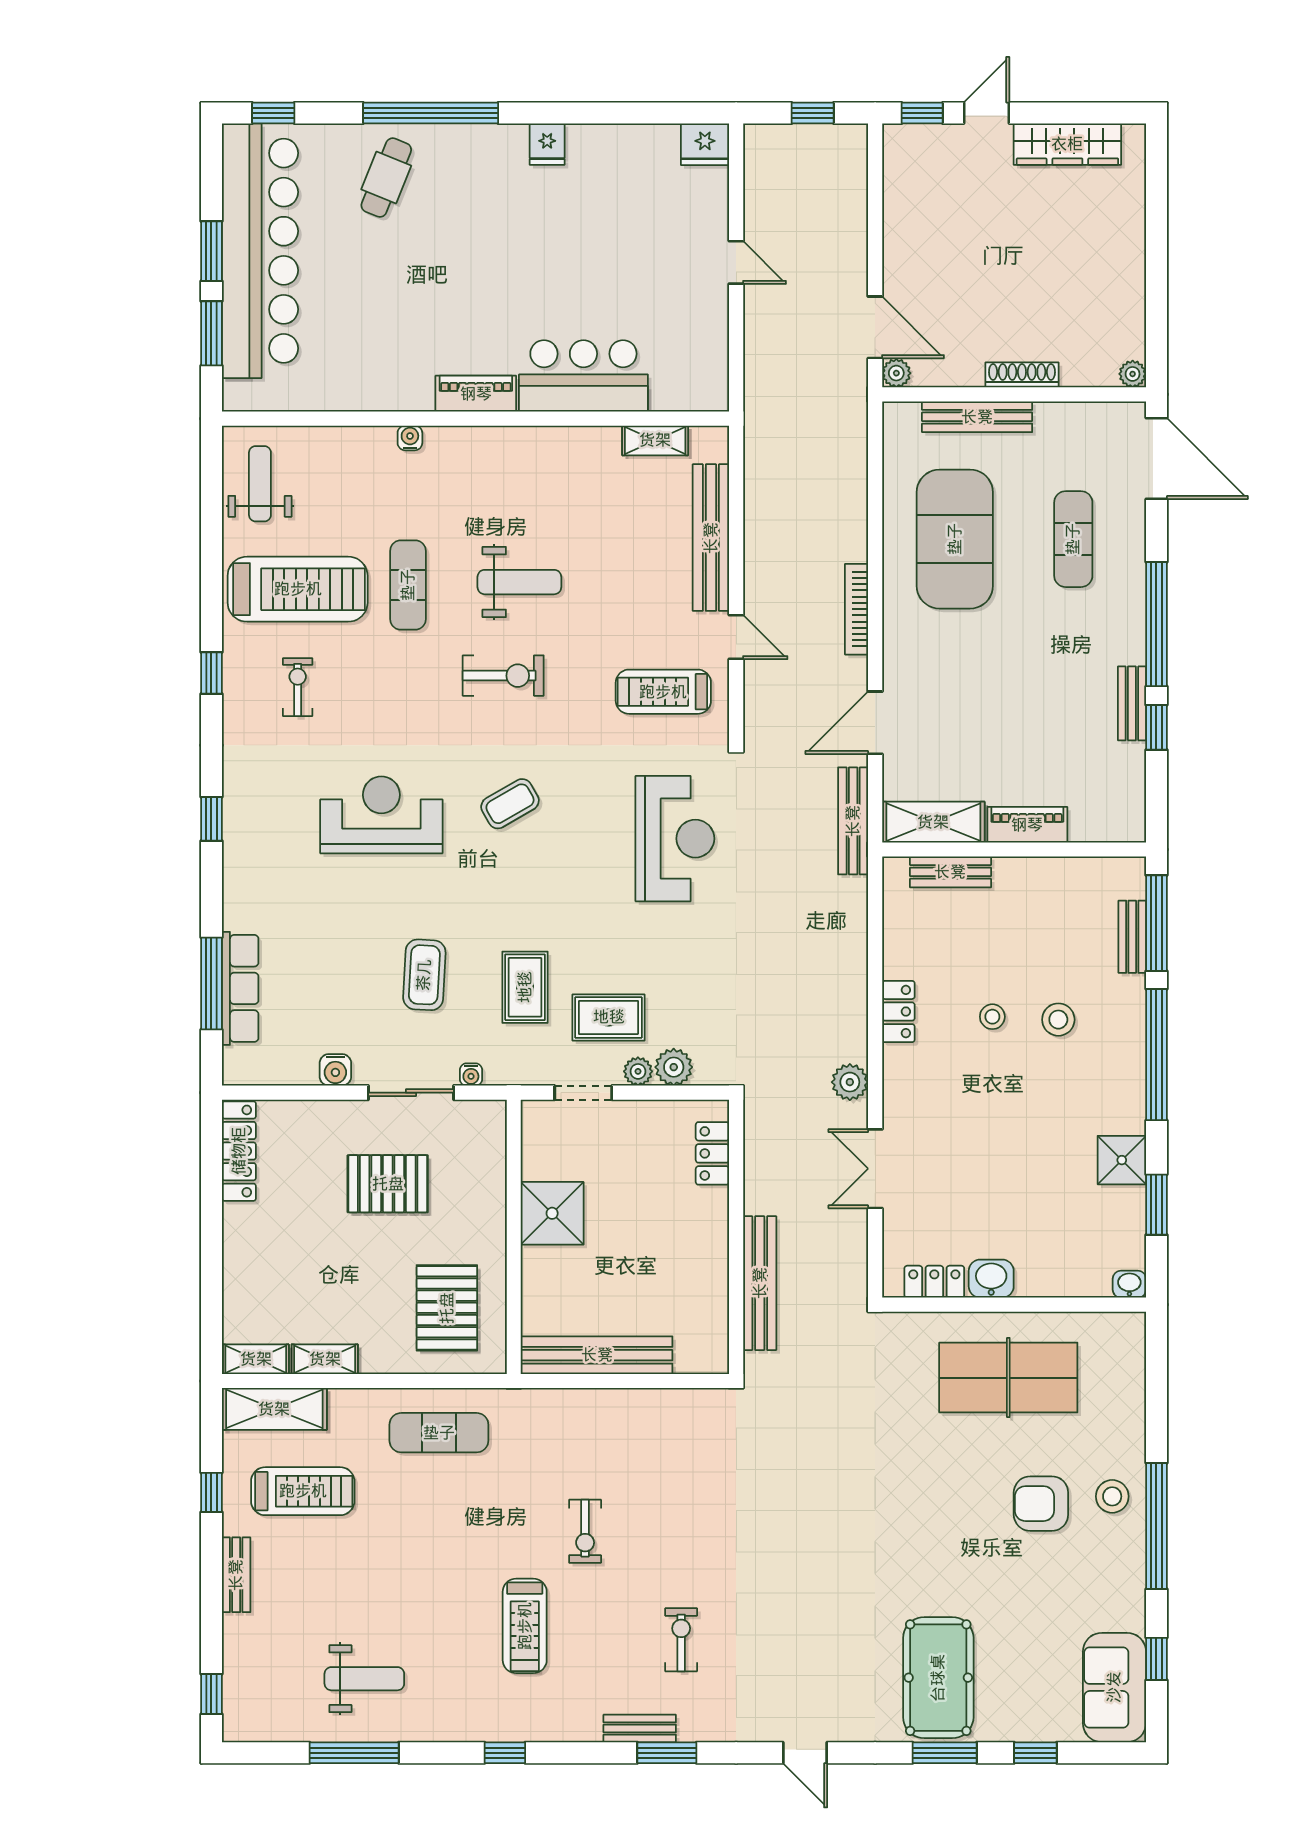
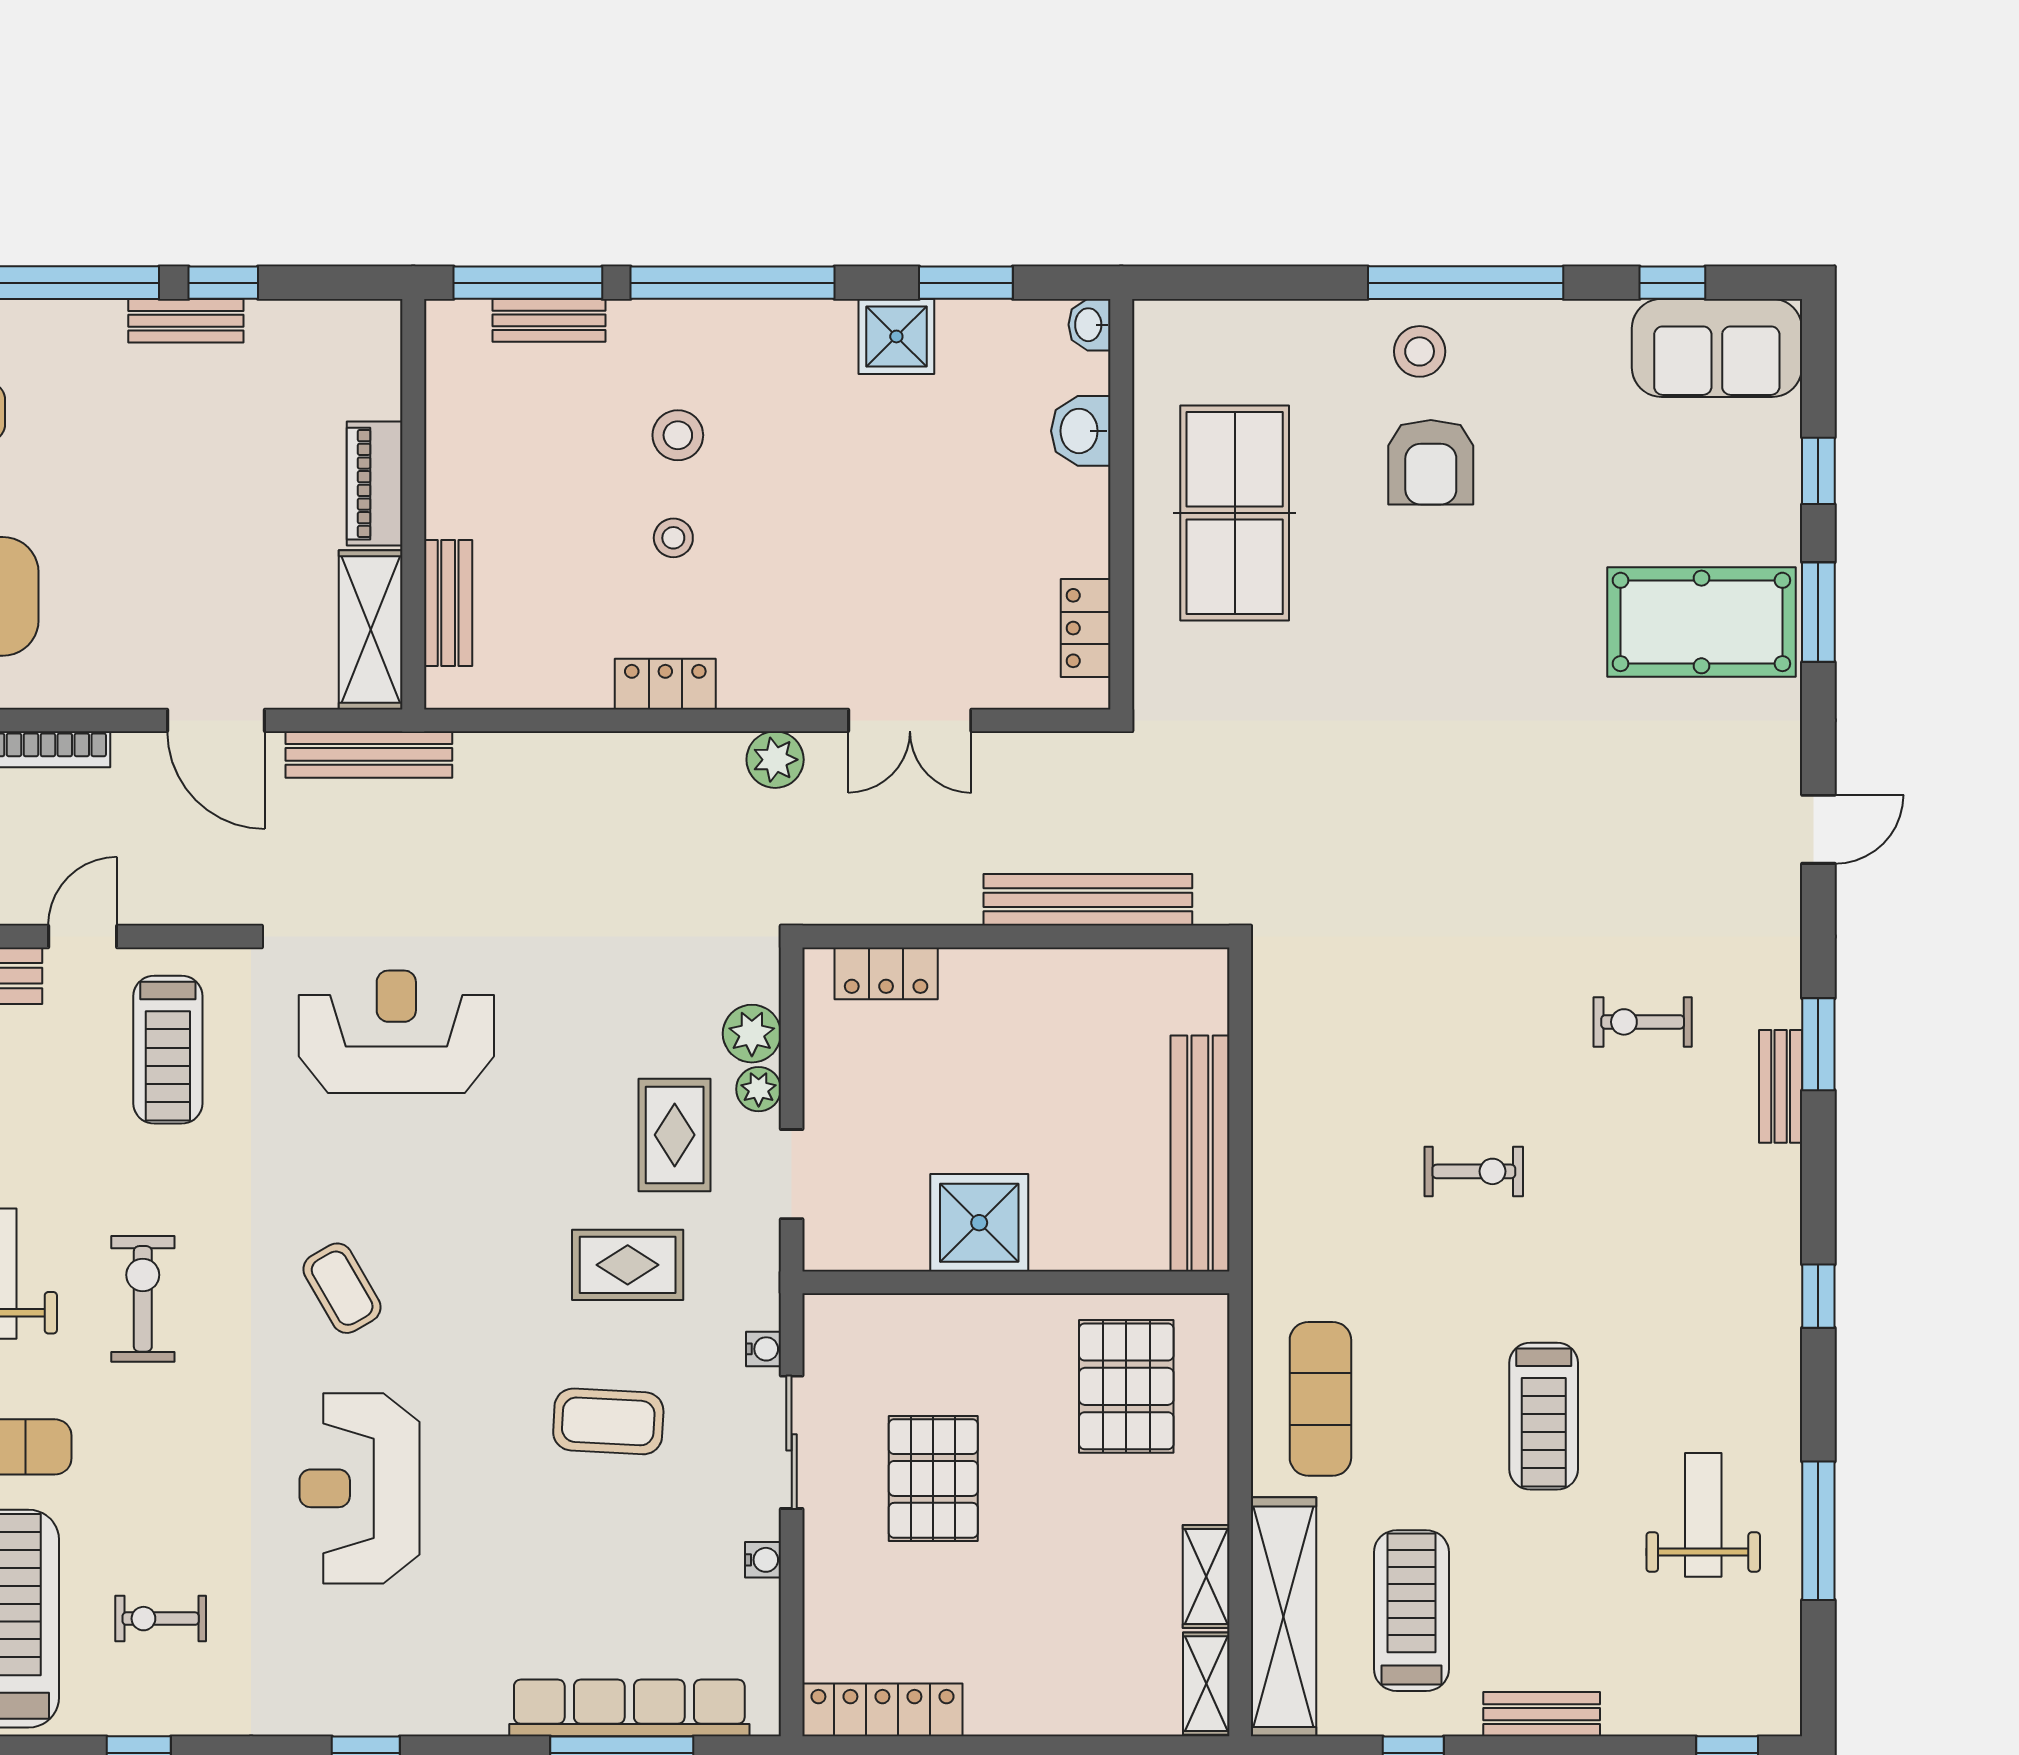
row of seats: (240, 988) -> (629, 1708), width x1.36
water cooler: (335, 1070) -> (763, 1560), width x0.72, depth x0.72
washbasin: (991, 1279) -> (1081, 431), moved
pallet: (447, 1308) -> (1126, 1386), turned 90
shelving: (274, 1409) -> (1284, 1617), width x1.47
treadmill: (525, 1626) -> (1544, 1416), moved, turned 90

